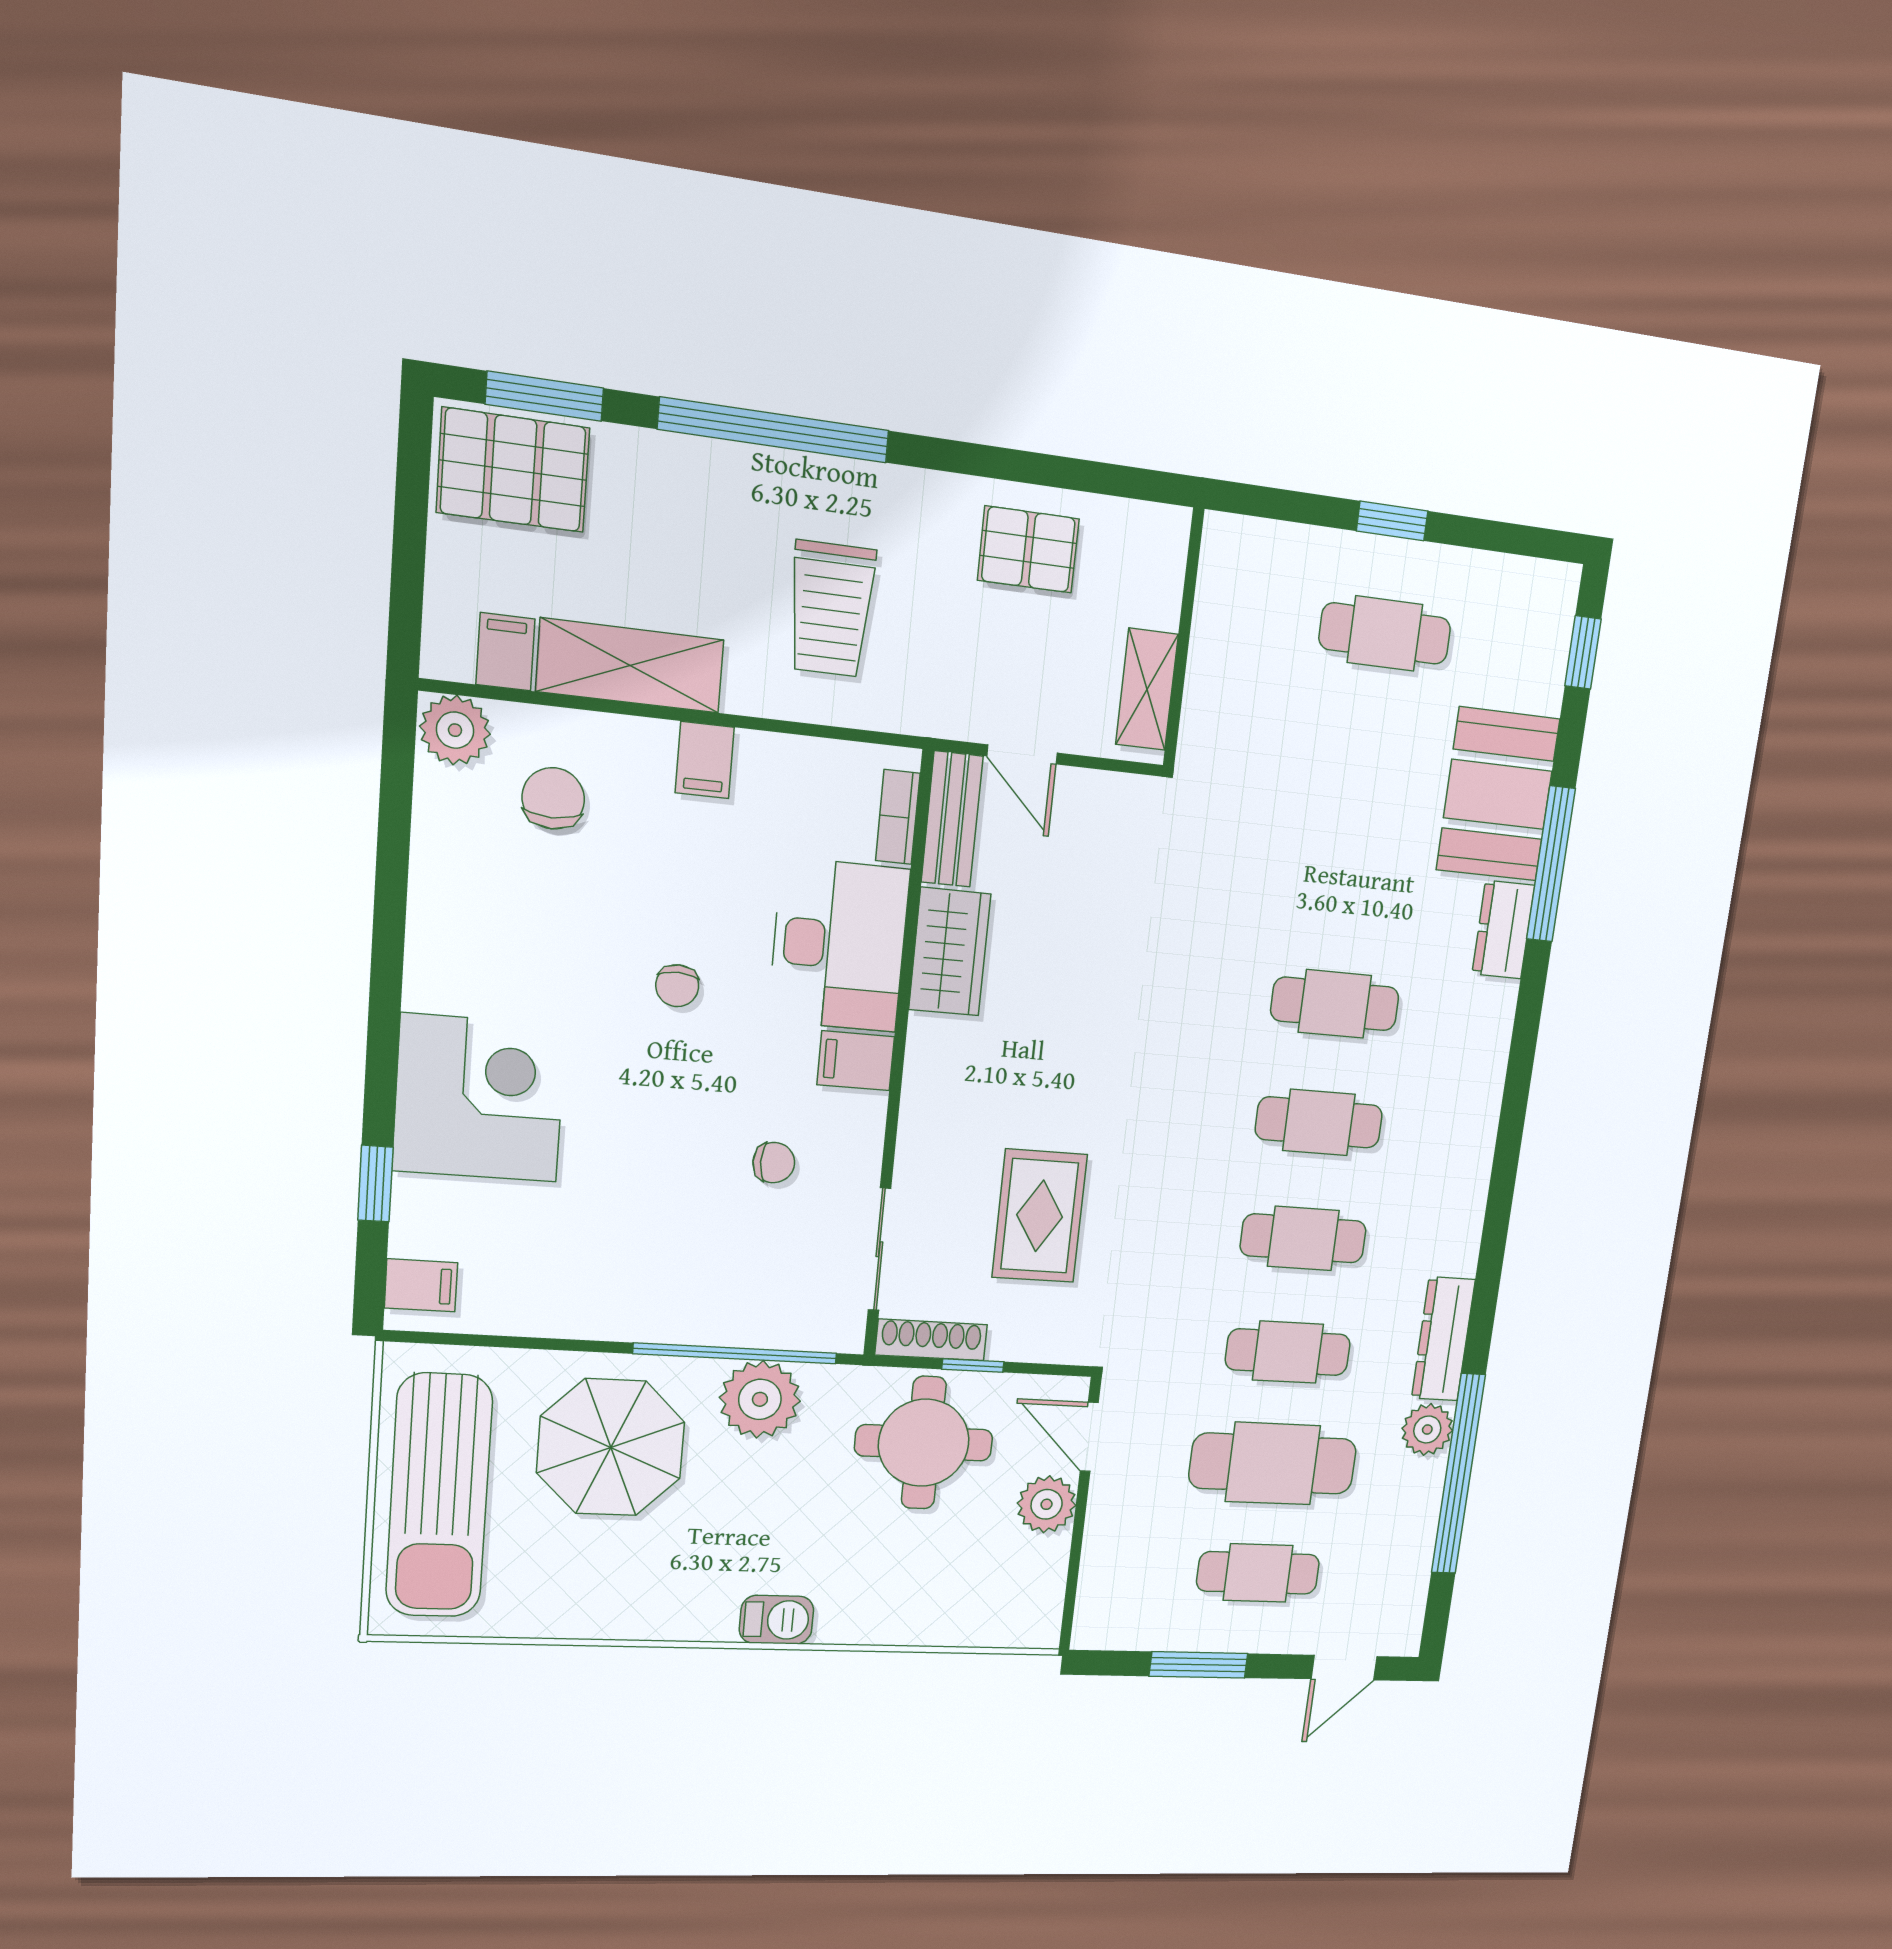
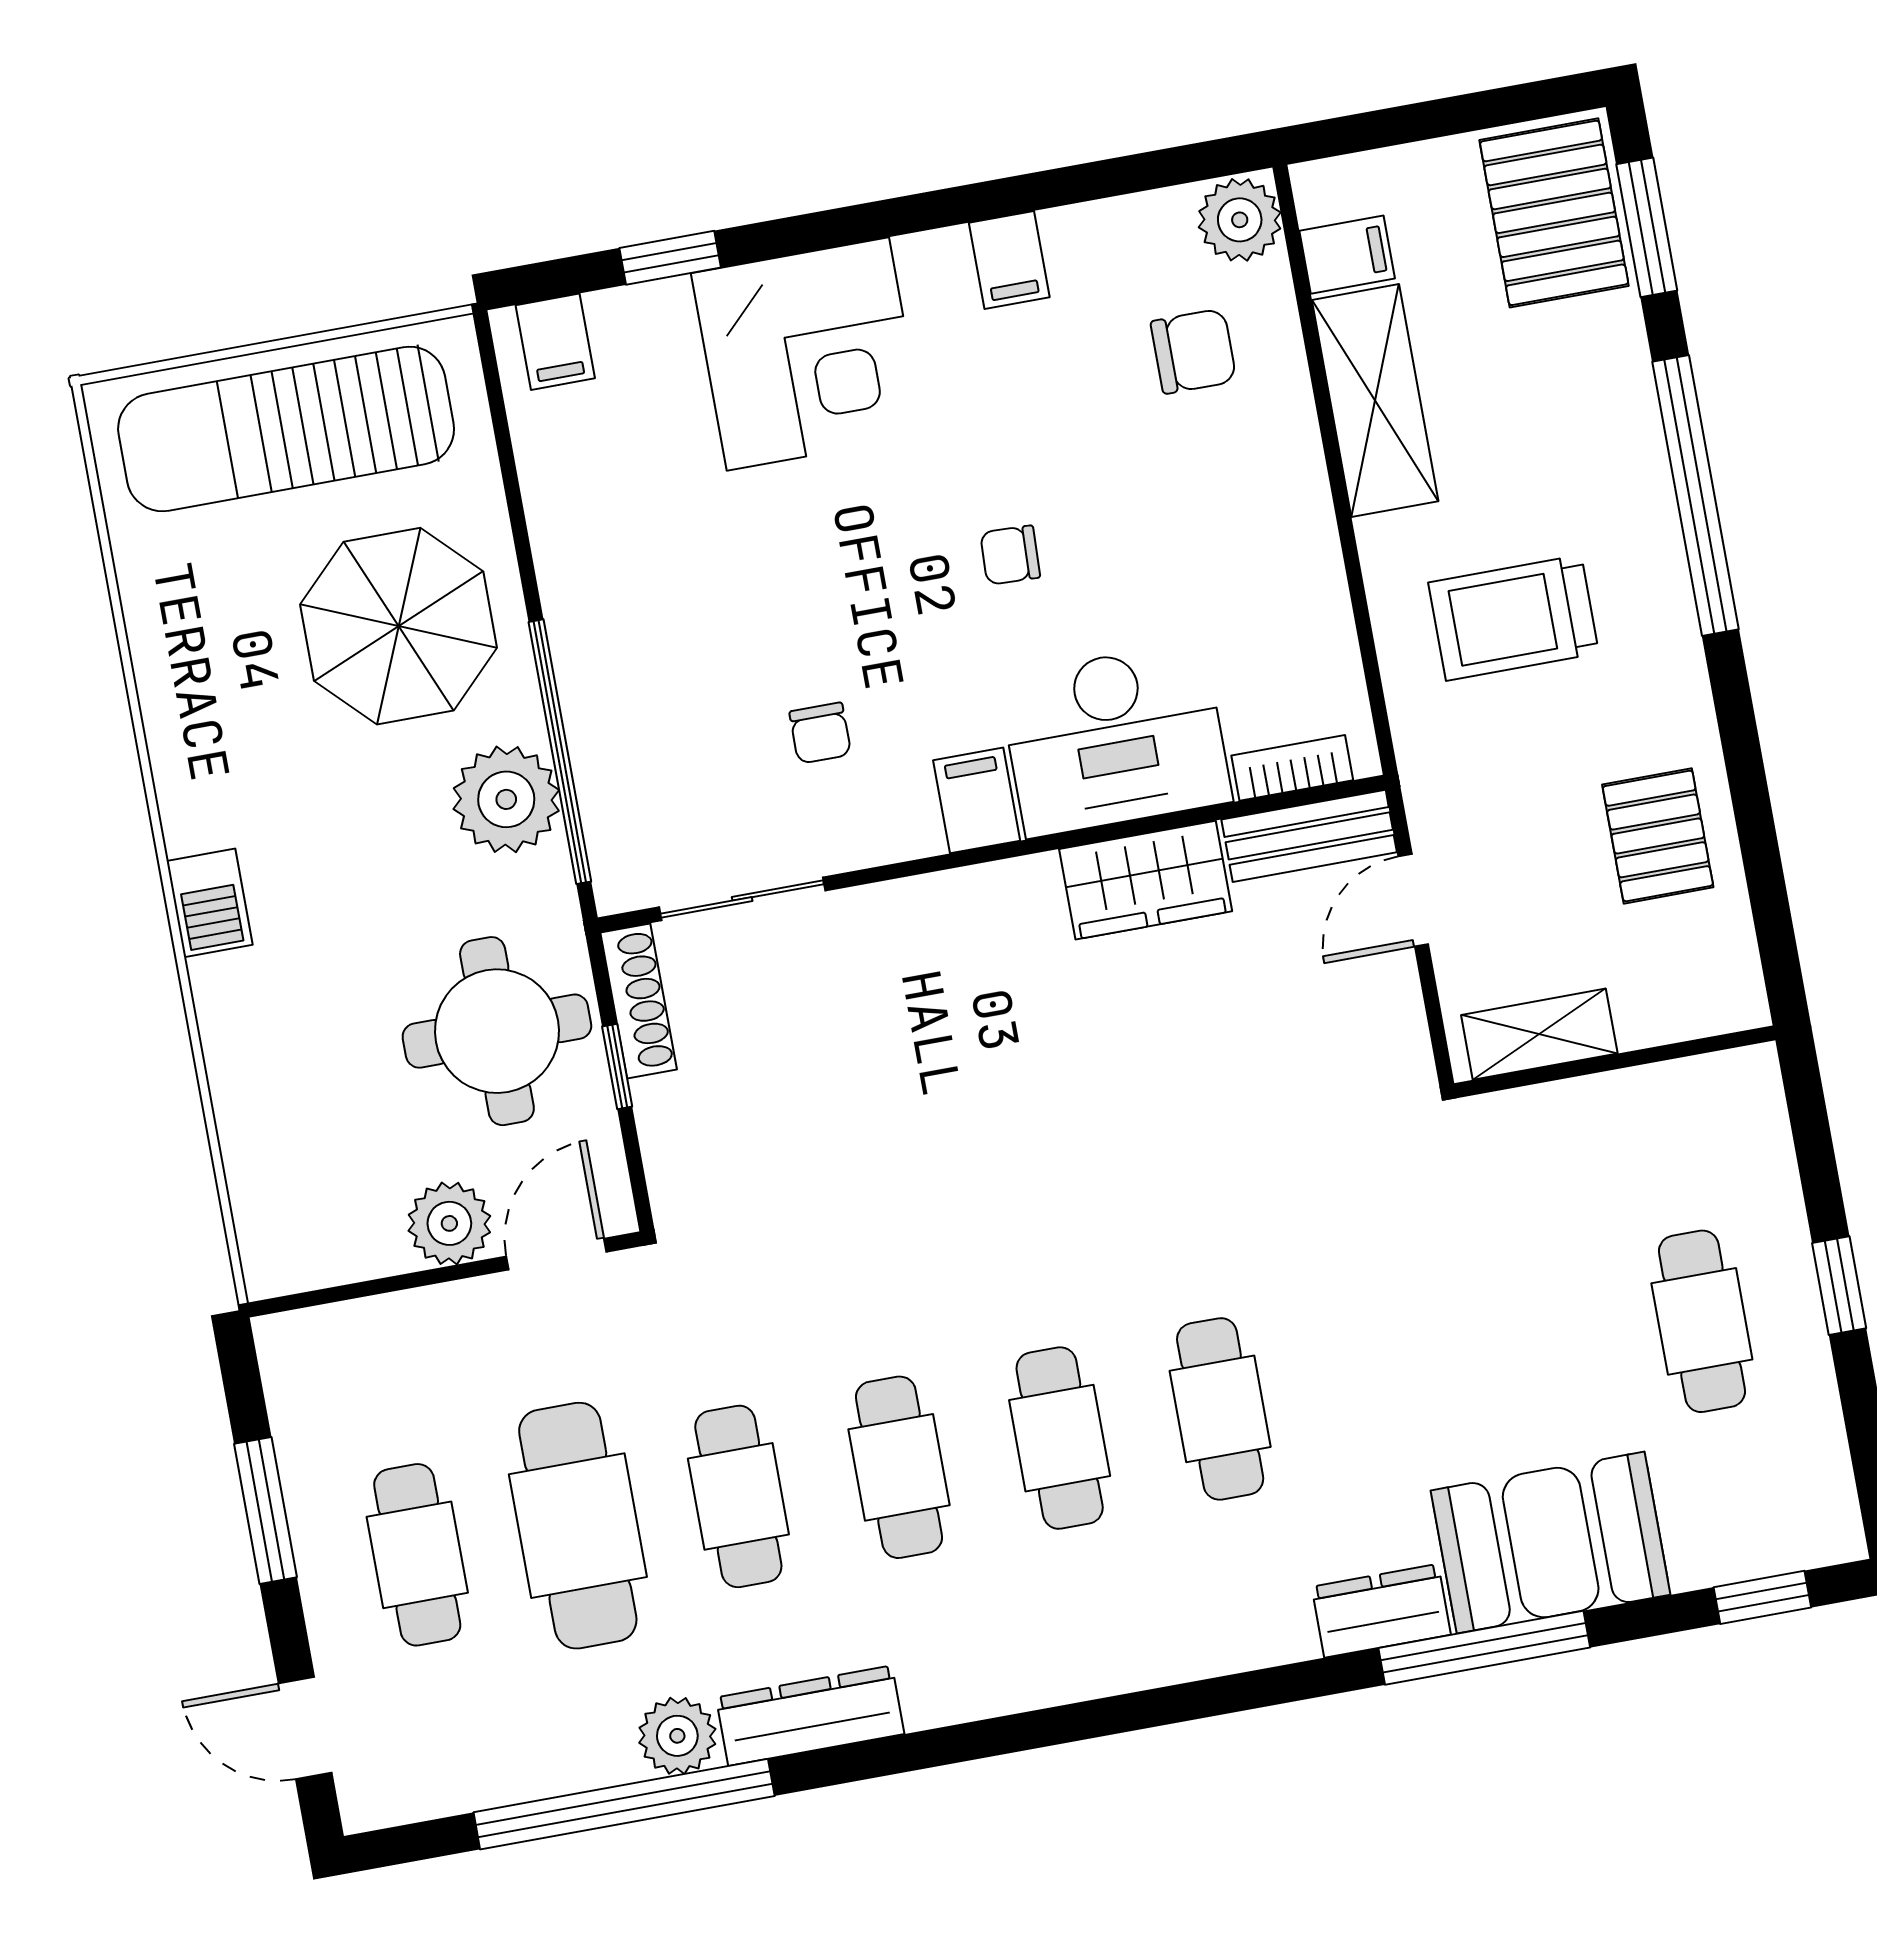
filing cabinet: (705, 760) -> (1009, 260), moved, turned -90
rug: (1040, 1216) -> (838, 1097), removed

